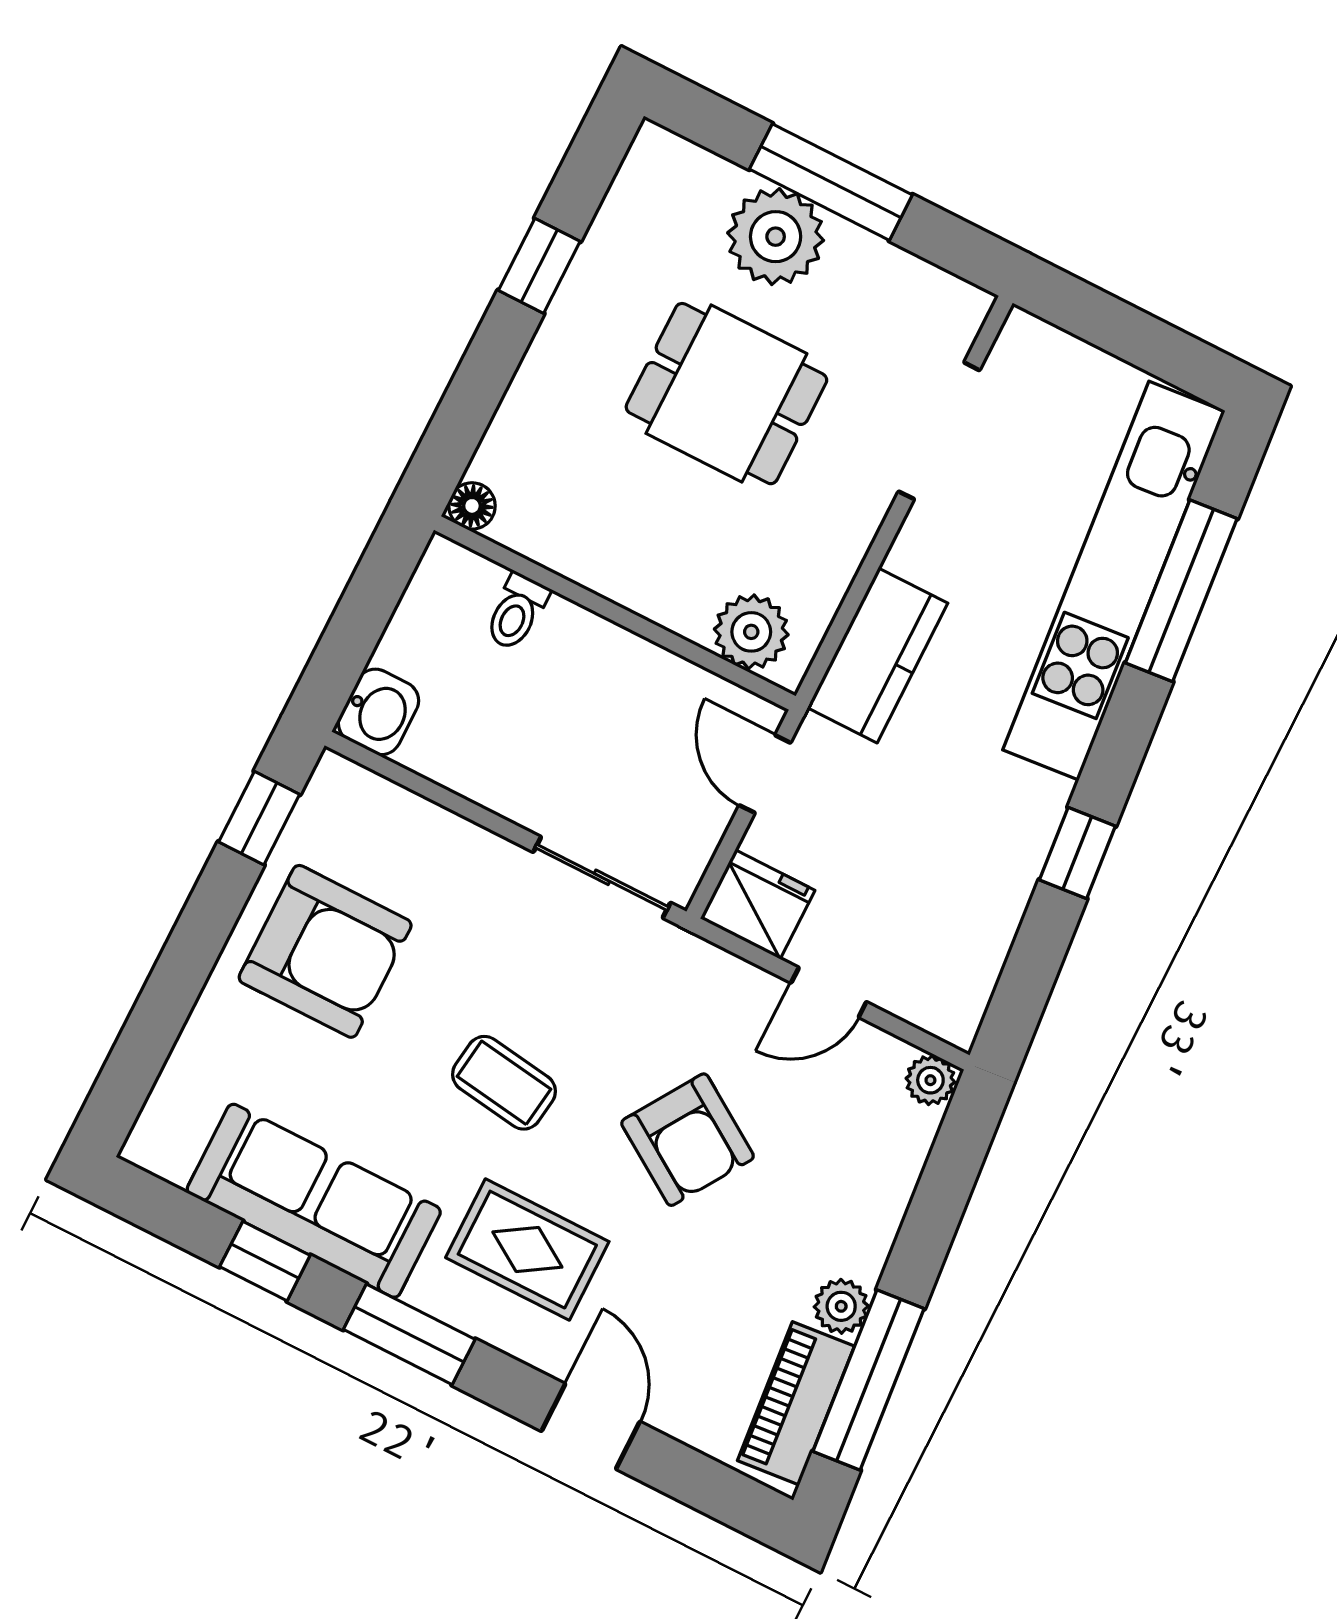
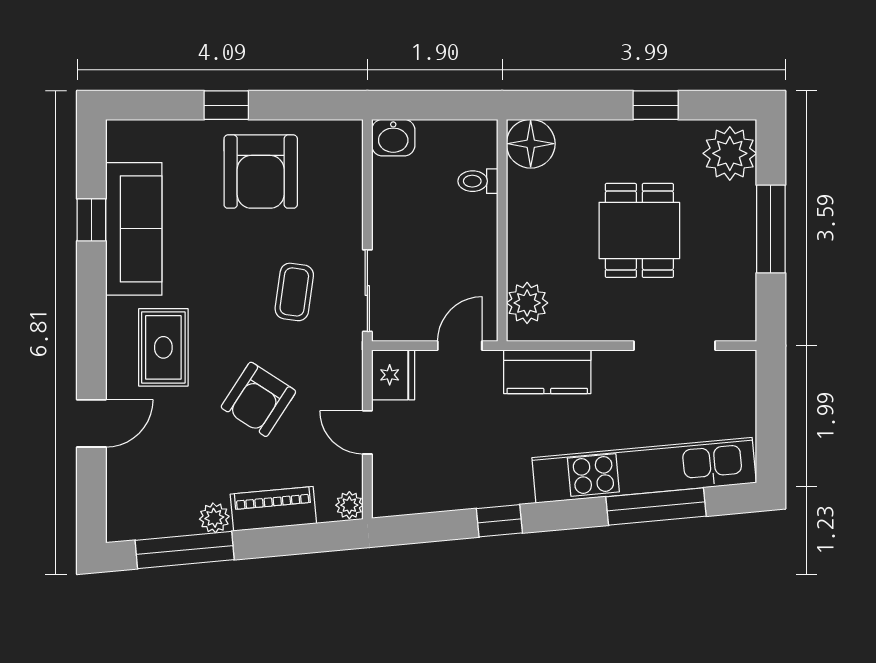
plant: (776, 237) -> (730, 153), moved
floor lamp: (472, 506) -> (531, 144), width x1.89, depth x1.89
window: (259, 818) -> (226, 105), moved
coffee table: (504, 1083) -> (294, 292), moved
window: (409, 1334) -> (91, 310), removed
piano: (796, 1403) -> (273, 509), moved

